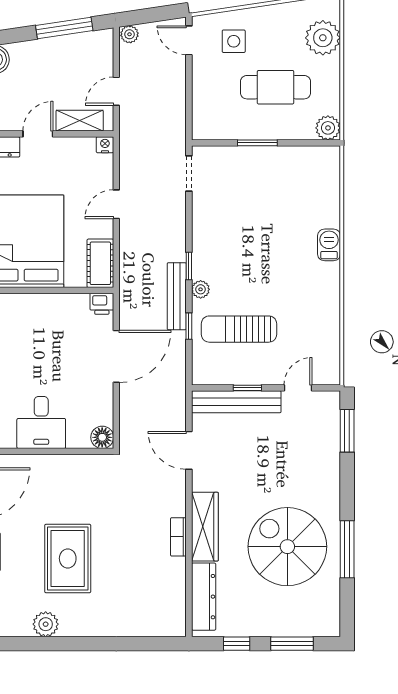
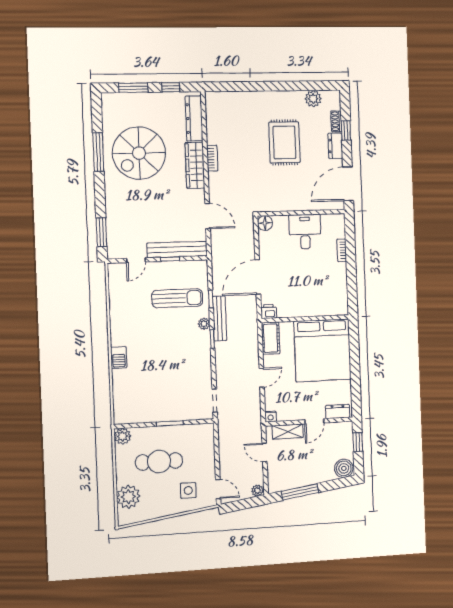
door: (116, 91) -> (265, 452), swing flipped
spiral stairs: (287, 547) -> (139, 153), turned 90
plant: (46, 624) -> (313, 99), moved

